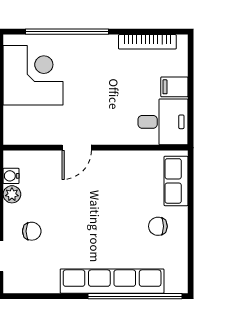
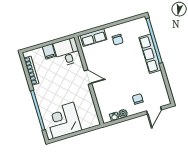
door: (77, 148) -> (88, 77), moved
row of seats: (112, 281) -> (150, 54), width x0.73

